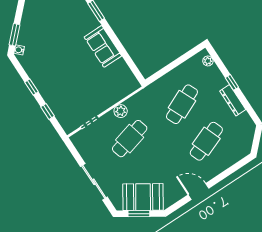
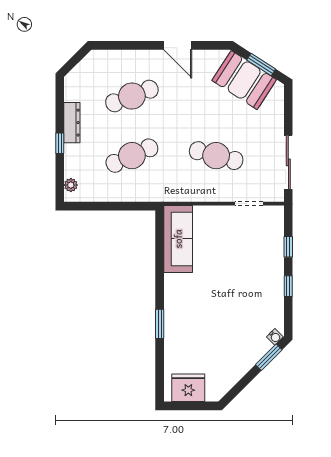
sofa: (103, 46) -> (178, 239), moved, width x1.36
plant: (121, 111) -> (206, 193), removed
cafe table: (130, 139) -> (216, 156), turned 30
sliding door: (94, 182) -> (288, 162), moved

